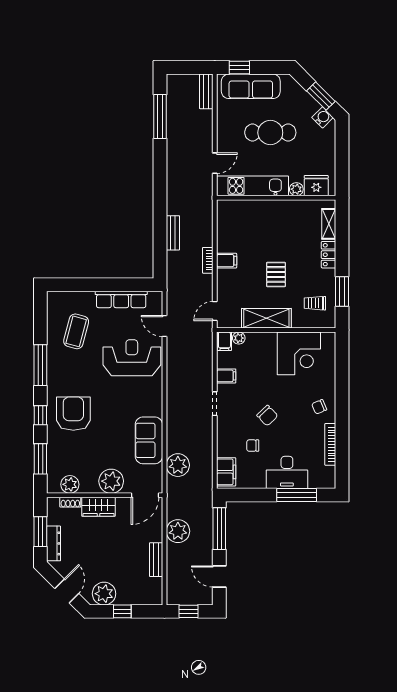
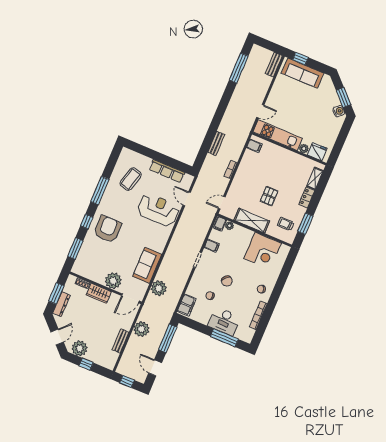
cafe table: (270, 133) -> (303, 107), removed
filing cabinet: (227, 261) -> (254, 146), moved
plant: (70, 484) -> (87, 272), removed

